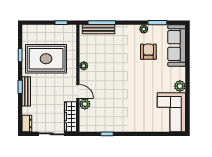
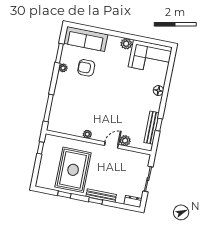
bench: (98, 29) -> (152, 128), moved
wardrobe: (70, 117) -> (135, 157), removed
floor lamp: (140, 127) -> (158, 91), added

